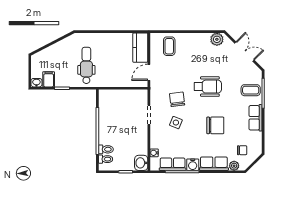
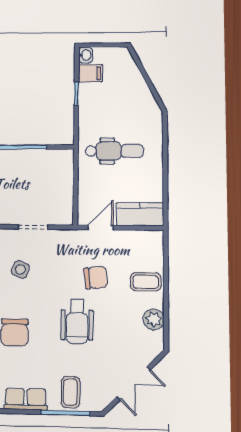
plant: (217, 39) -> (154, 319), moved
coffee table: (169, 46) -> (146, 282), moved
dental chair: (86, 65) -> (114, 151), moved
door: (149, 72) -> (101, 227), hinge flipped
chair: (177, 99) -> (96, 278), moved

